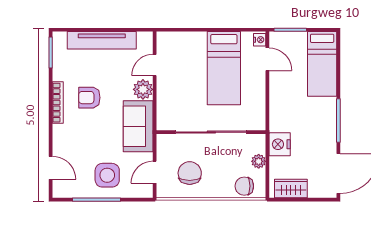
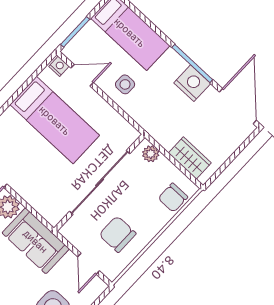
side table: (287, 91) -> (125, 84), added
nightstand: (280, 144) -> (192, 83), moved, turned 180
plant: (259, 161) -> (151, 154), moved
wardrobe: (291, 188) -> (190, 158), moved, turned 90

